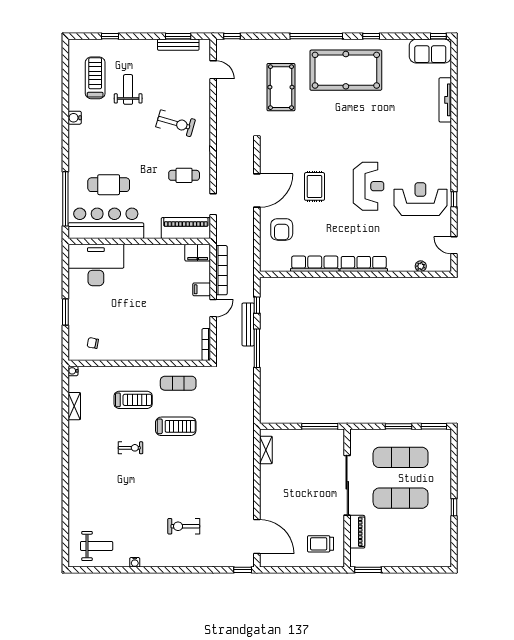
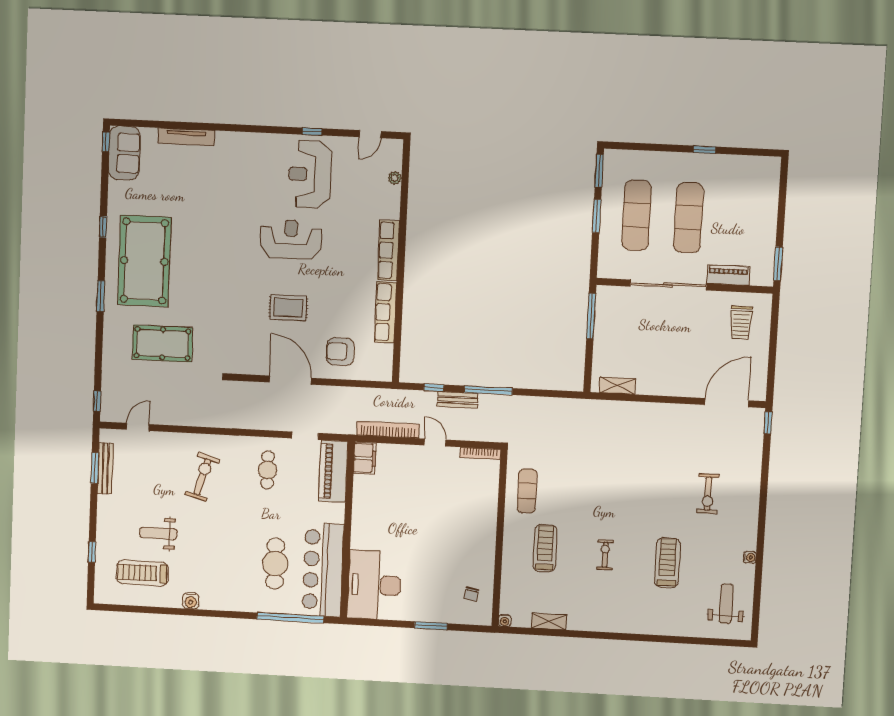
window: (316, 36) -> (101, 296), width x0.47
armchair: (282, 229) -> (340, 352), turned 180
filing cabinet: (202, 289) -> (411, 456), removed
bench: (248, 324) -> (458, 400), width x0.73
treadmill: (176, 426) -> (667, 563), moved

